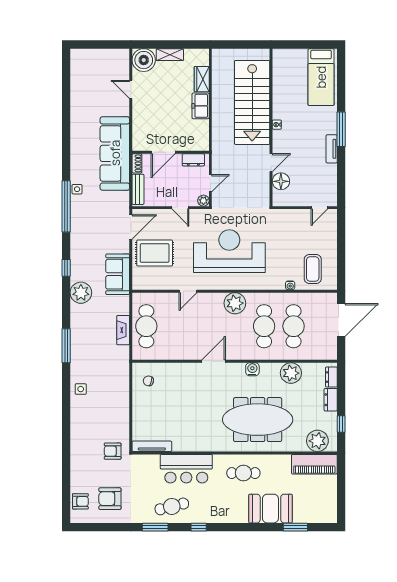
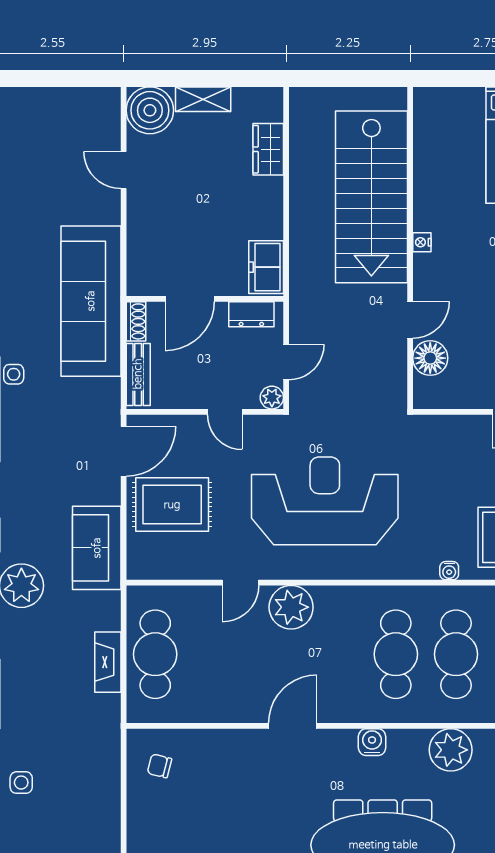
freezer: (201, 106) -> (266, 267), moved
plant: (235, 303) -> (291, 607), moved

